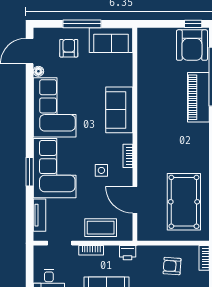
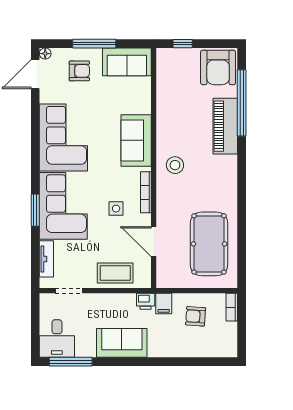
window: (193, 24) -> (183, 44), moved
armchair: (69, 48) -> (79, 71), turned 90
floor lamp: (38, 71) -> (45, 54), moved
stool: (154, 132) -> (175, 165), added
bookcase: (128, 156) -> (146, 192), width x1.56
bookcase: (91, 250) -> (104, 299), removed
filing cabinet: (144, 255) -> (164, 304), added

